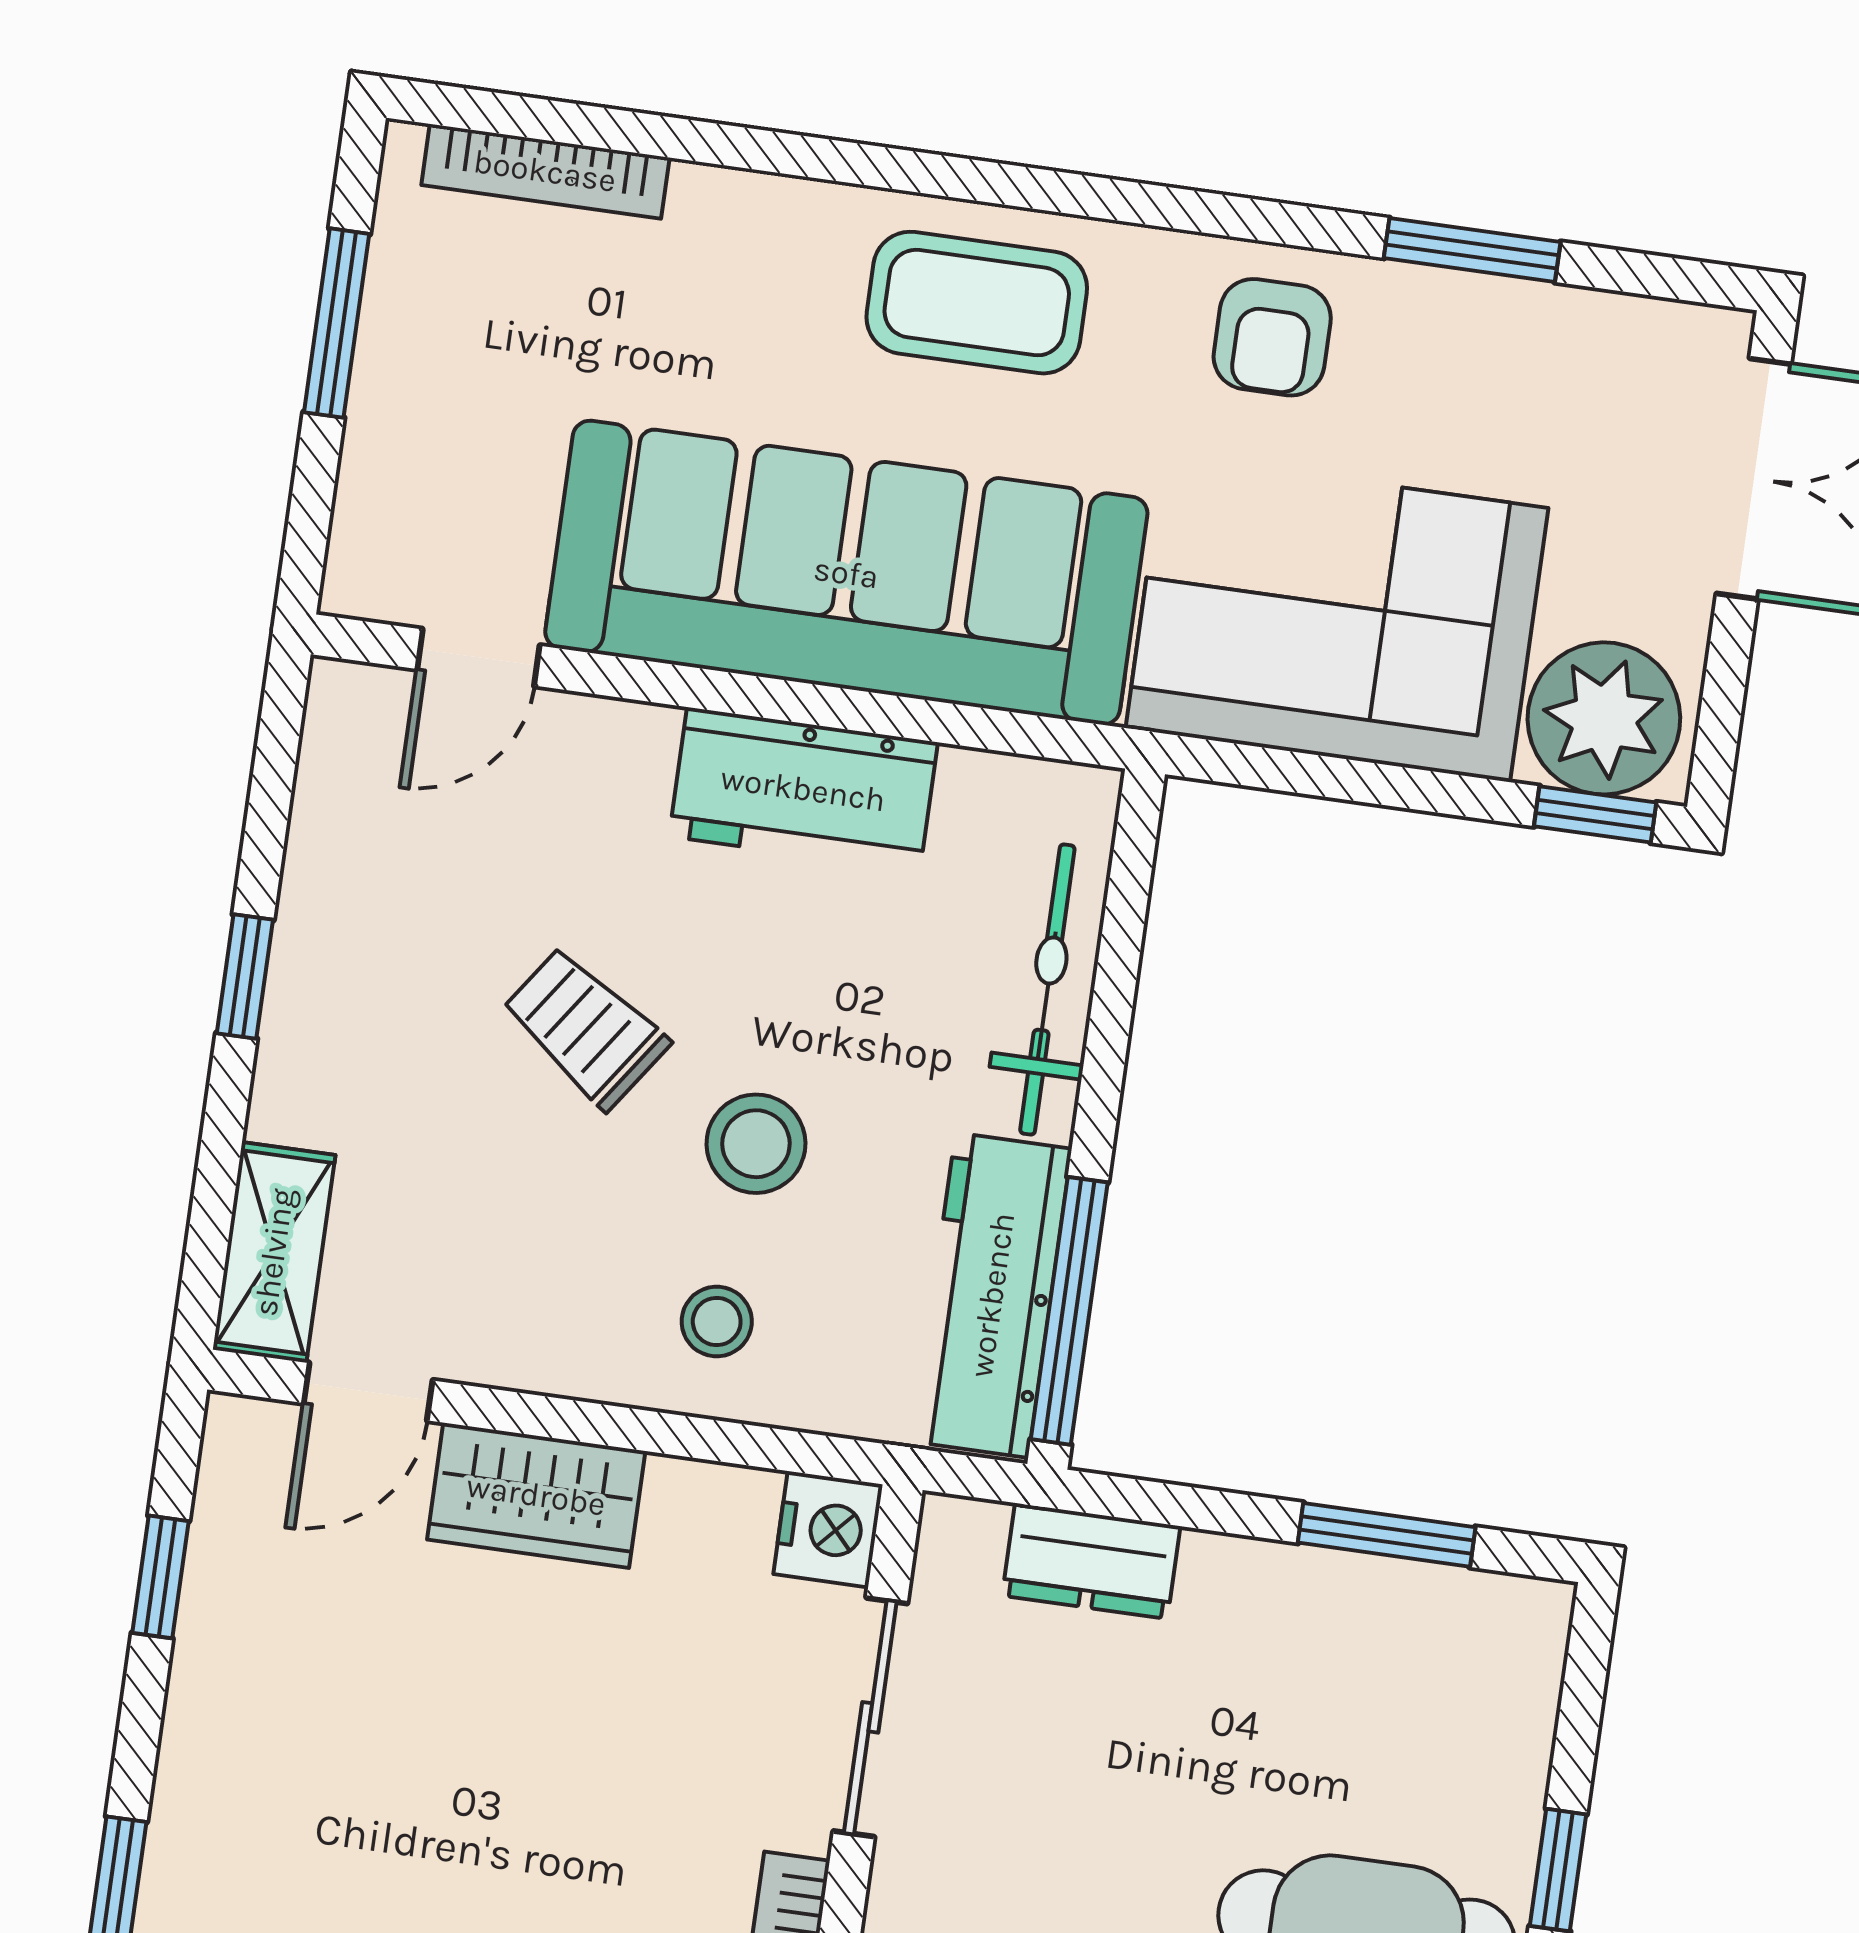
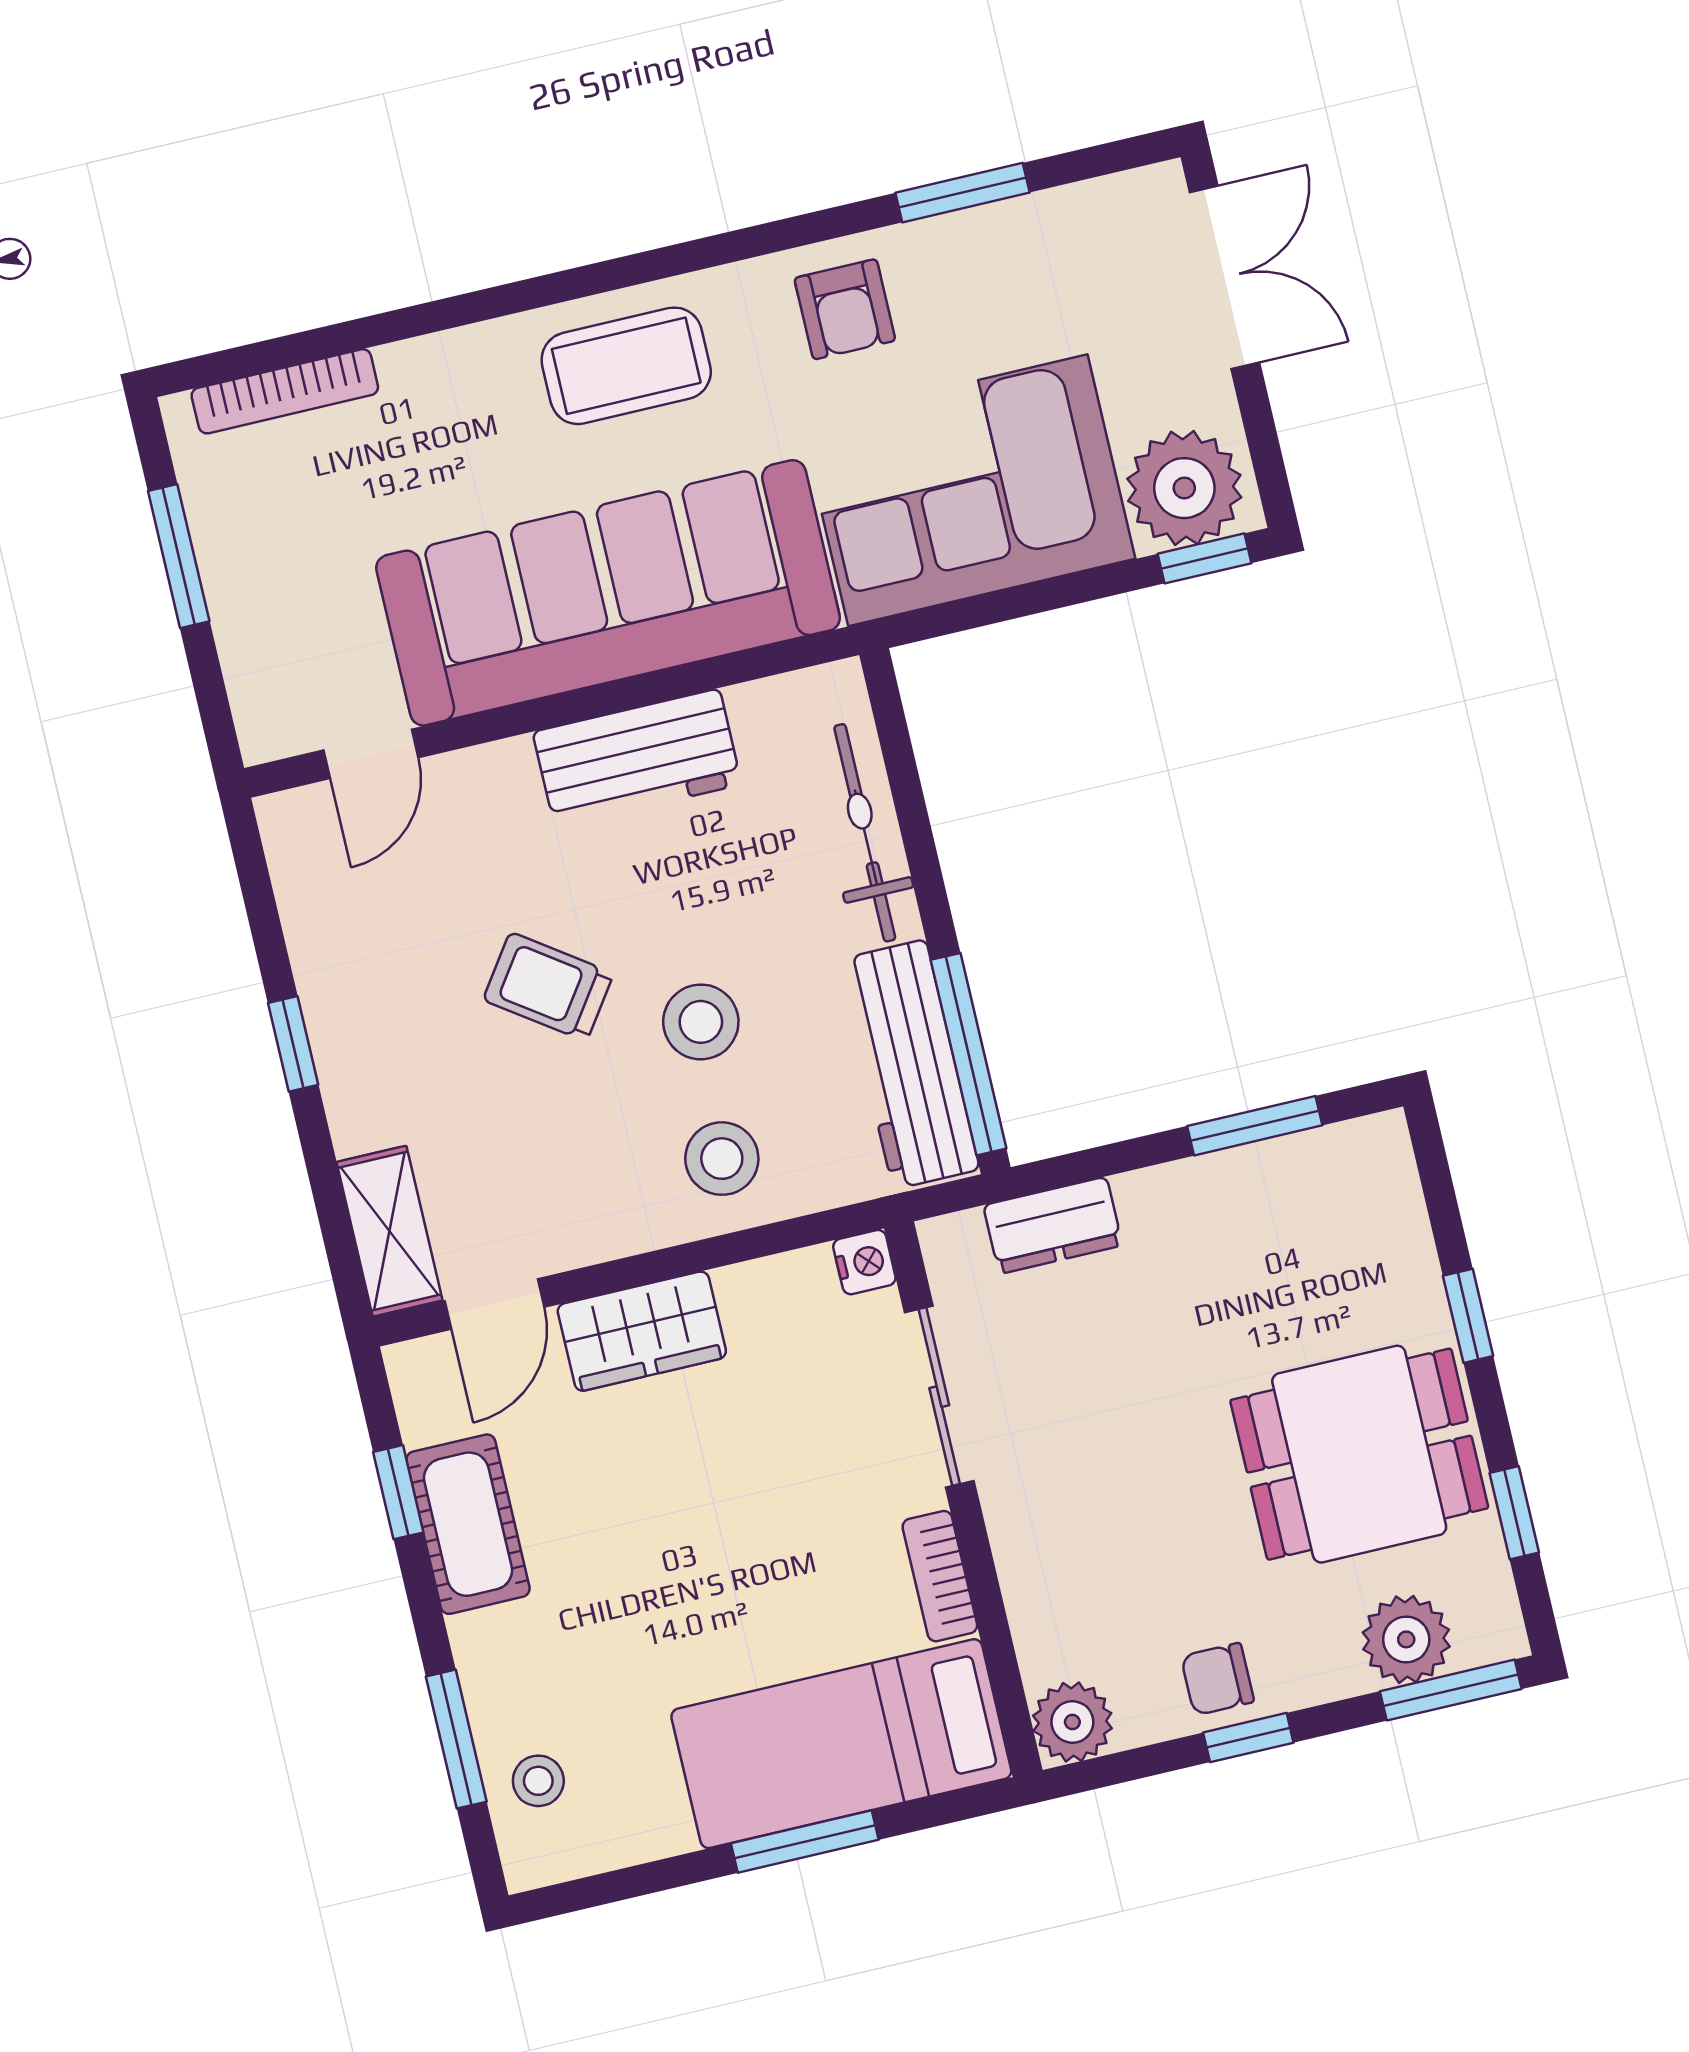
stool: (717, 1322) -> (722, 1159), width x1.37, depth x1.37
nightstand: (828, 1529) -> (864, 1262), width x0.72, depth x0.74
cot: (231, 1649) -> (468, 1524), added

